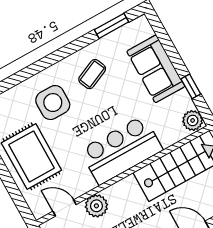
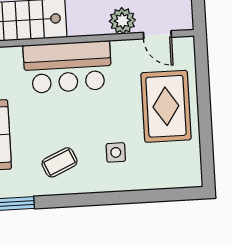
side table: (53, 103) -> (116, 152), width x0.54, depth x0.54

